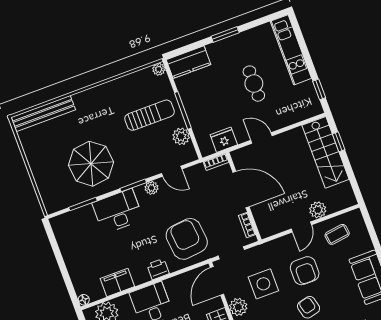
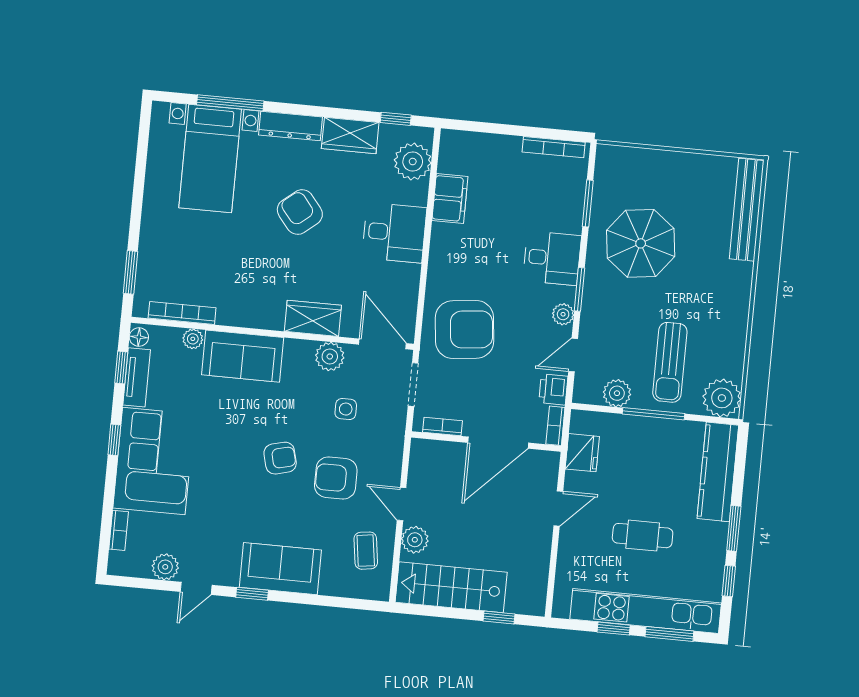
window: (256, 23) -> (729, 581), added
window: (302, 42) -> (669, 634), added
kitchen unit: (291, 50) -> (646, 611), width x1.36
kitchen counter: (188, 62) -> (718, 472), width x1.50
plant: (159, 69) -> (722, 398), width x1.88, depth x1.88
window: (319, 89) -> (614, 629), moved
stairs: (326, 152) -> (451, 587), moved
desk: (118, 211) -> (552, 258), width x0.73
bookcase: (61, 238) -> (554, 147), added
printer: (158, 269) -> (553, 389), moved, turned 180
side table: (263, 284) -> (346, 409), width x0.54, depth x0.54
floor lamp: (84, 300) -> (449, 138), removed

